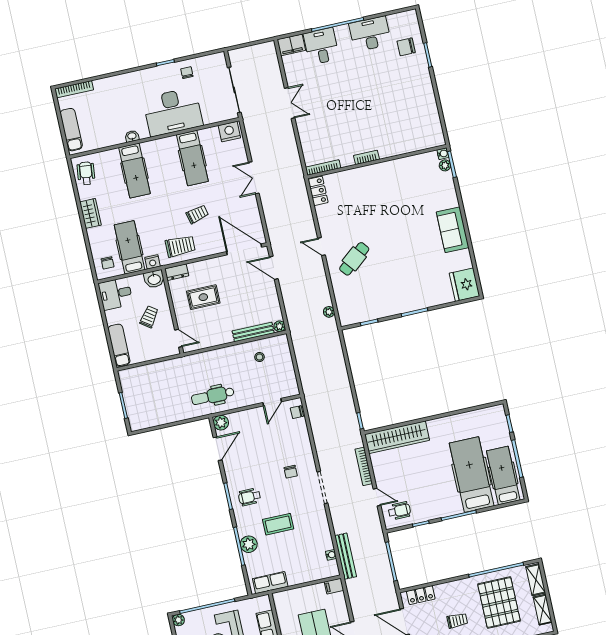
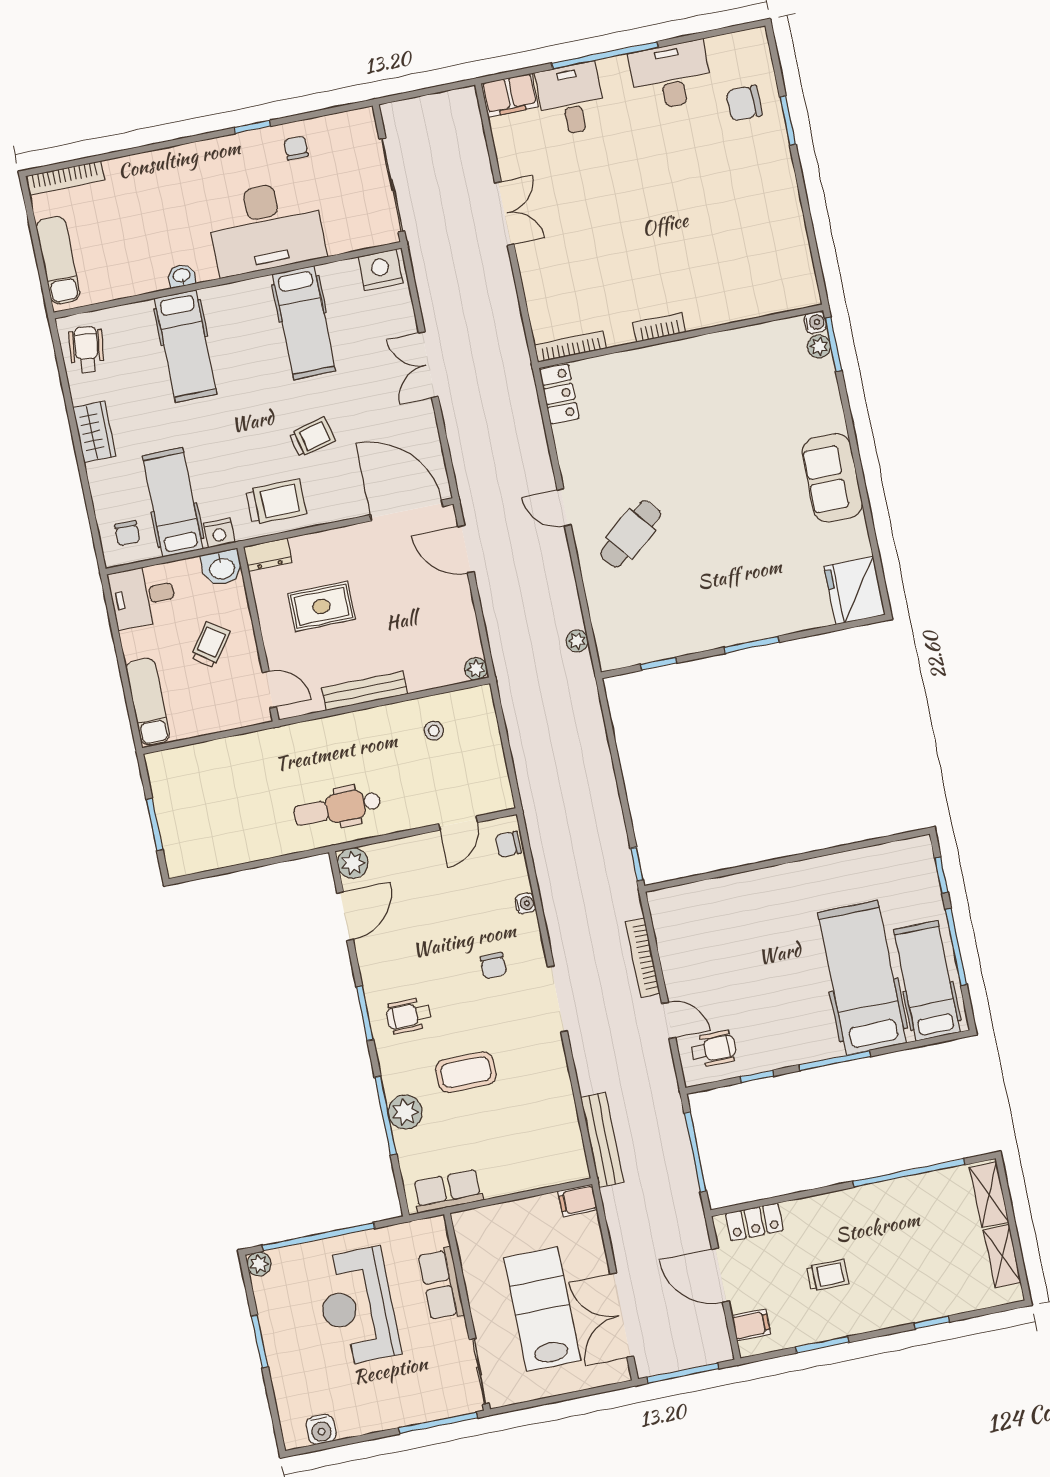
bench: (253, 332) -> (365, 691), moved
wardrobe: (397, 437) -> (712, 899), removed
water cooler: (331, 555) -> (525, 903), moved
pallet: (499, 603) -> (914, 1240), removed

